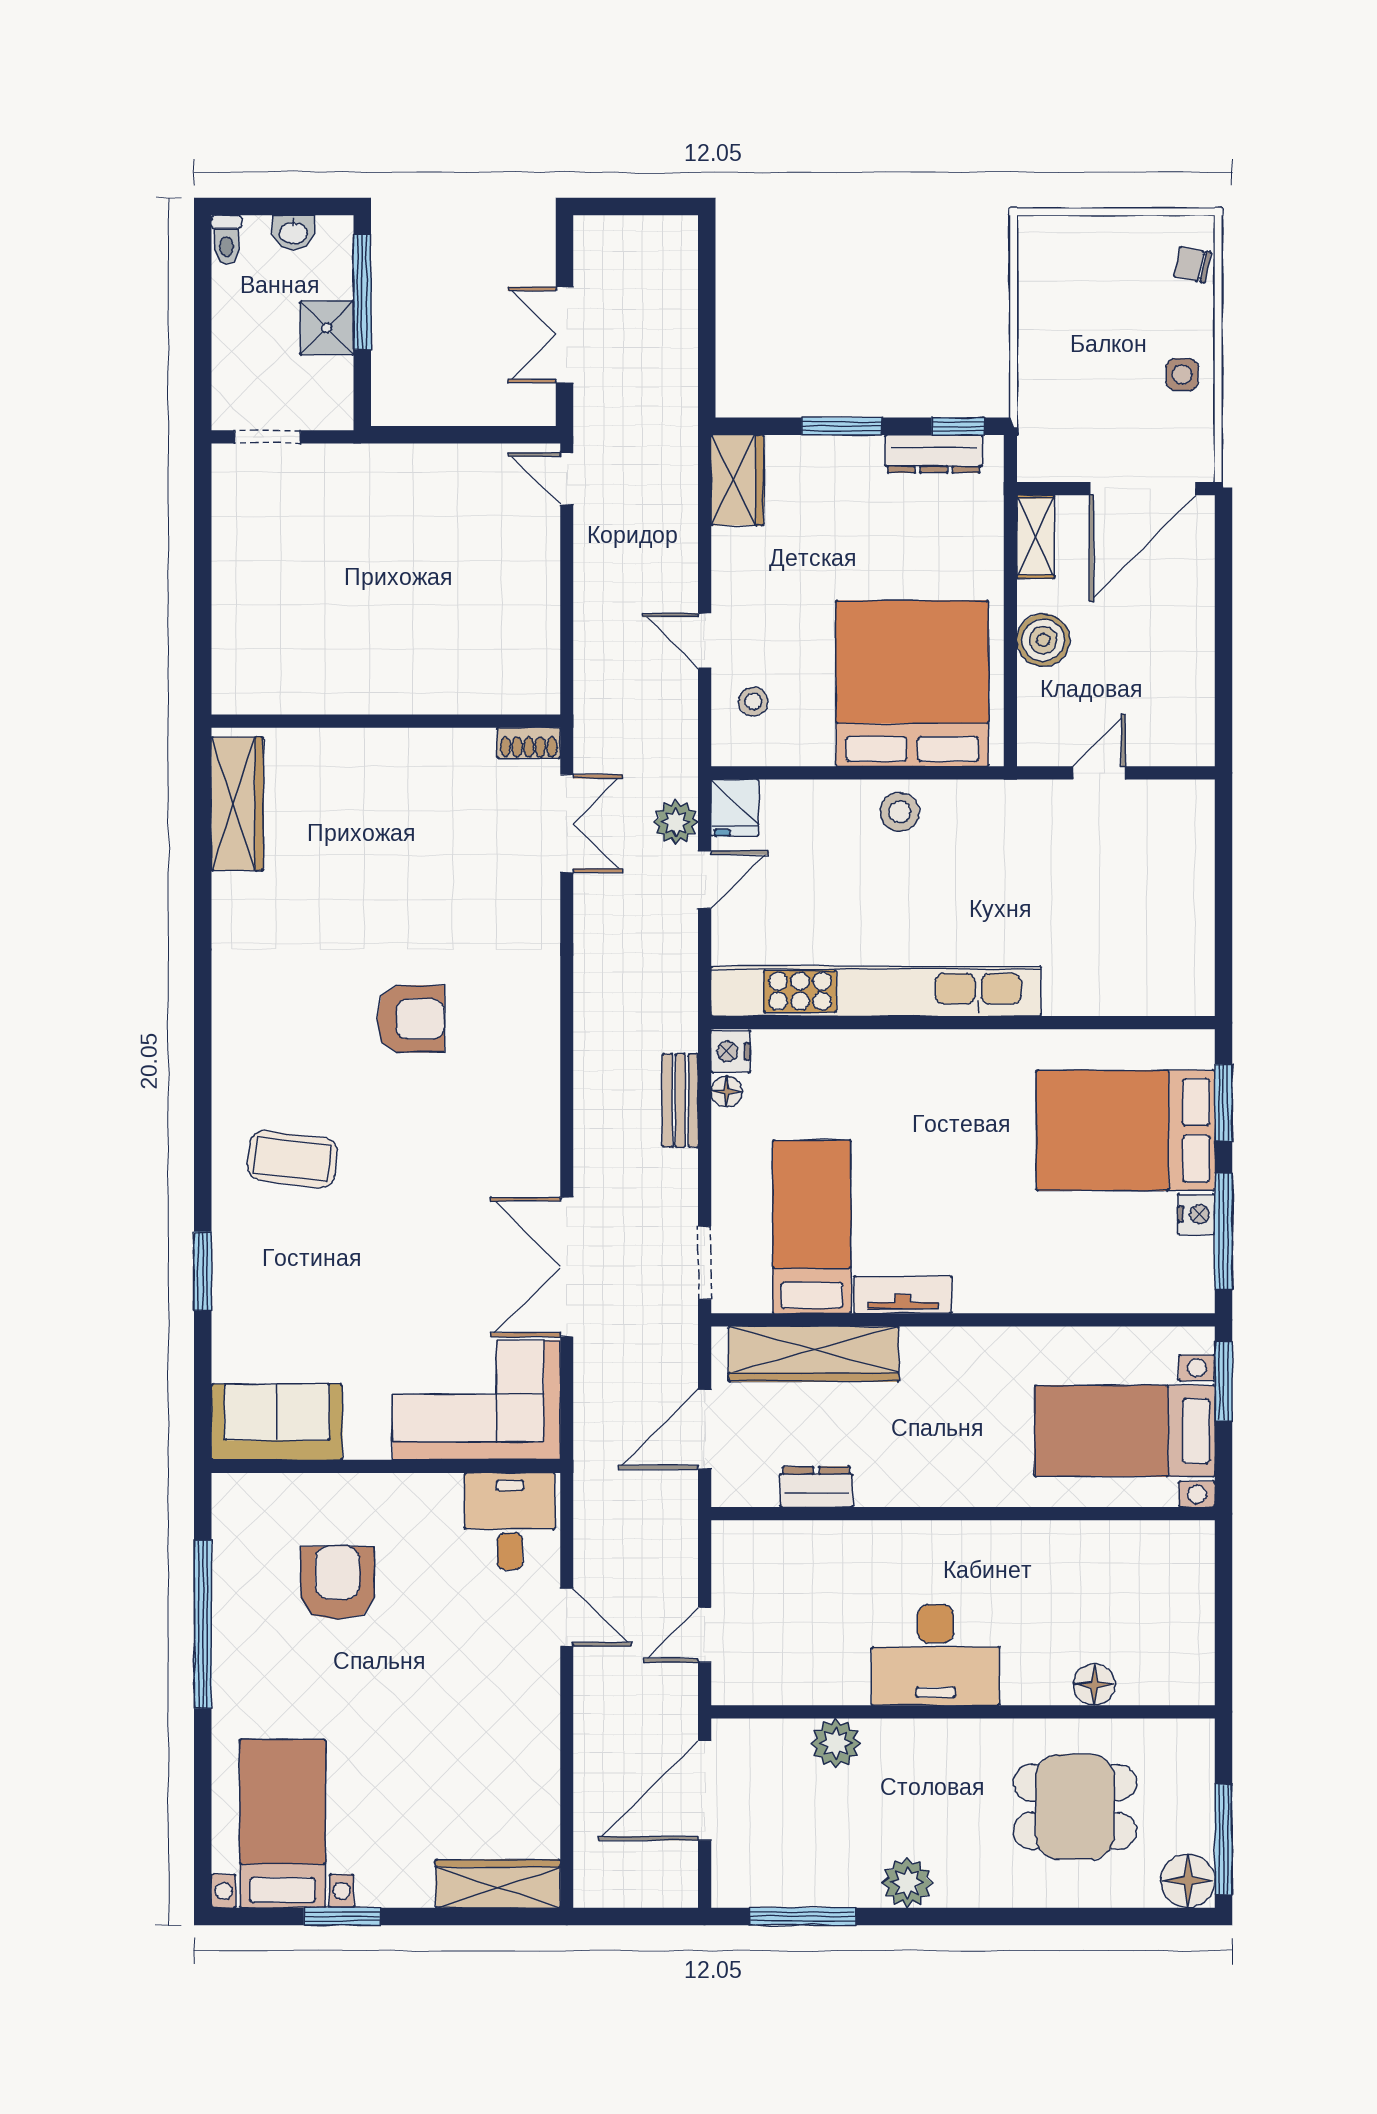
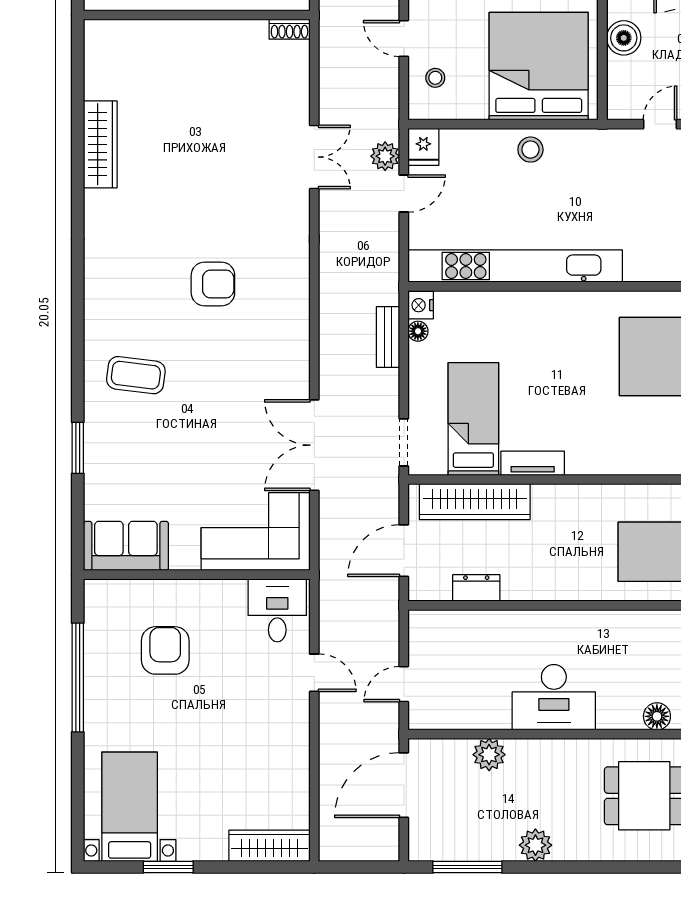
wall: (386, 721) -> (197, 15), moved
shoe rack: (529, 743) -> (290, 29), moved

